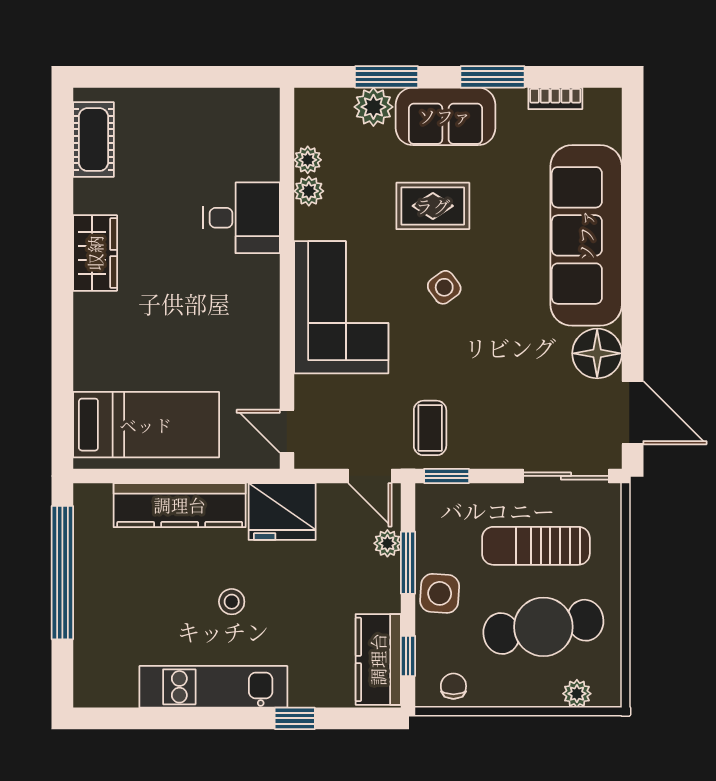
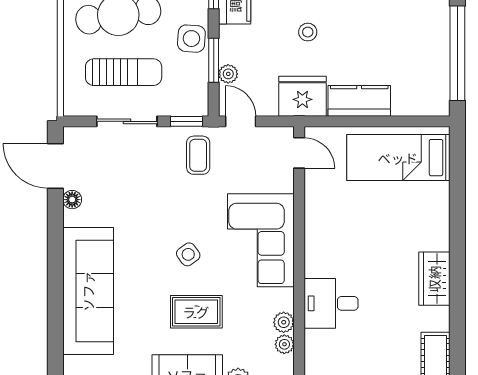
floor lamp: (597, 353) -> (72, 200), width x0.53, depth x0.53
sliding door: (566, 476) -> (127, 121), moved
kitchen counter: (180, 505) -> (359, 101), width x0.67
stool: (232, 602) -> (308, 32), moved

